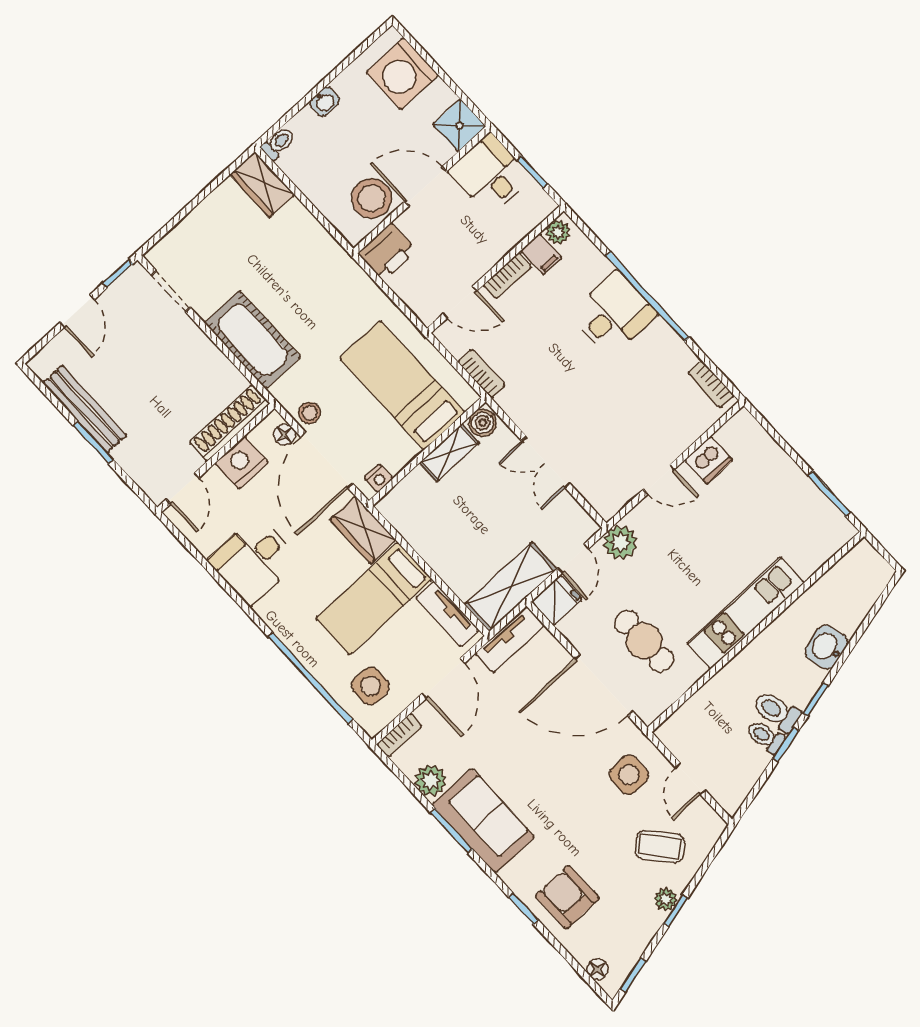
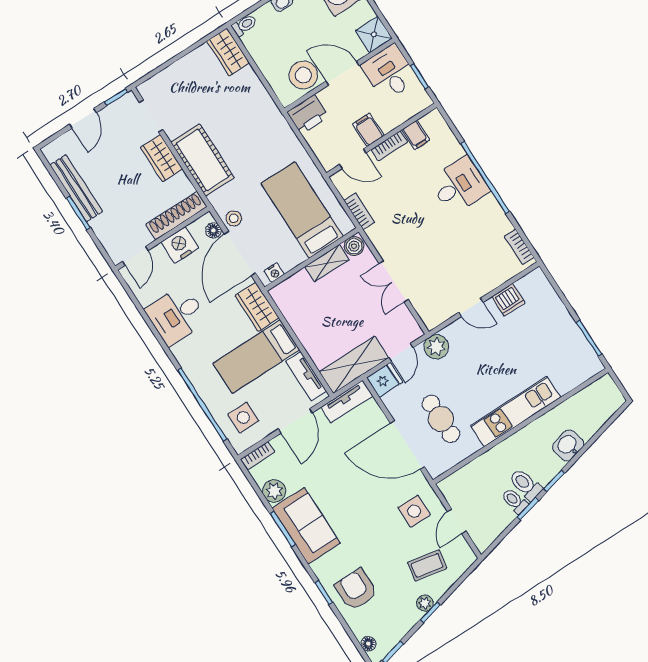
plant: (558, 232) -> (430, 121), removed
filing cabinet: (475, 258) -> (368, 130), added
wardrobe: (195, 347) -> (162, 158), added
coffee table: (660, 847) -> (427, 565), turned -39

